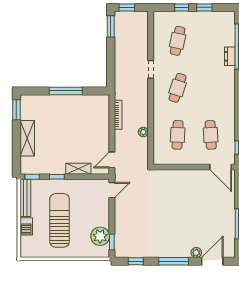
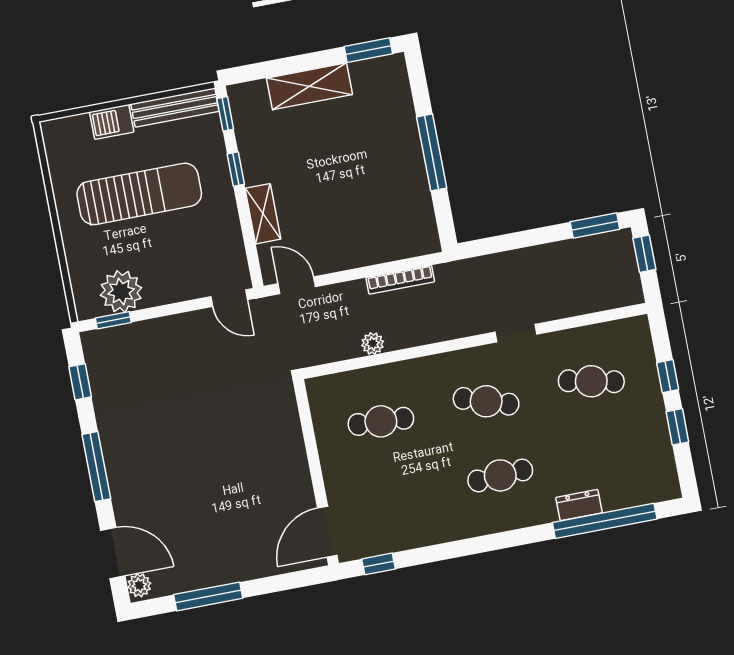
cafe table: (211, 135) -> (500, 475), moved
plant: (196, 253) -> (139, 585), moved

